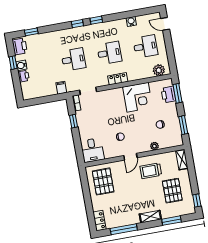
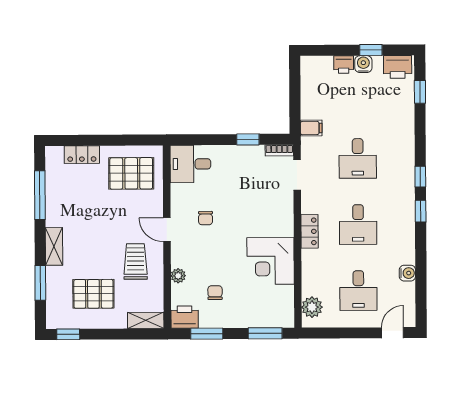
printer: (168, 95) -> (185, 317), moved
locker: (99, 221) -> (82, 155), moved

